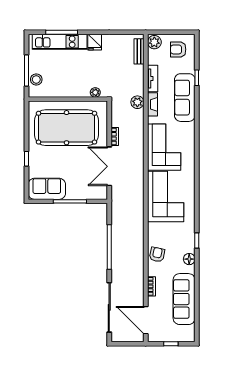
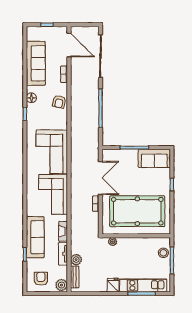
armchair: (178, 49) -> (41, 279), turned -90
plant: (137, 102) -> (76, 260), moved

